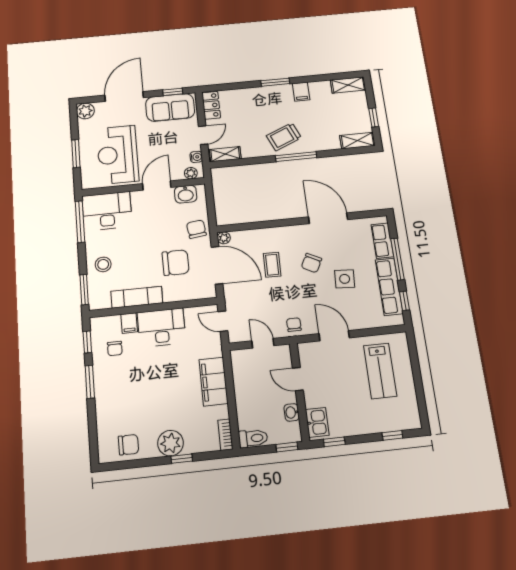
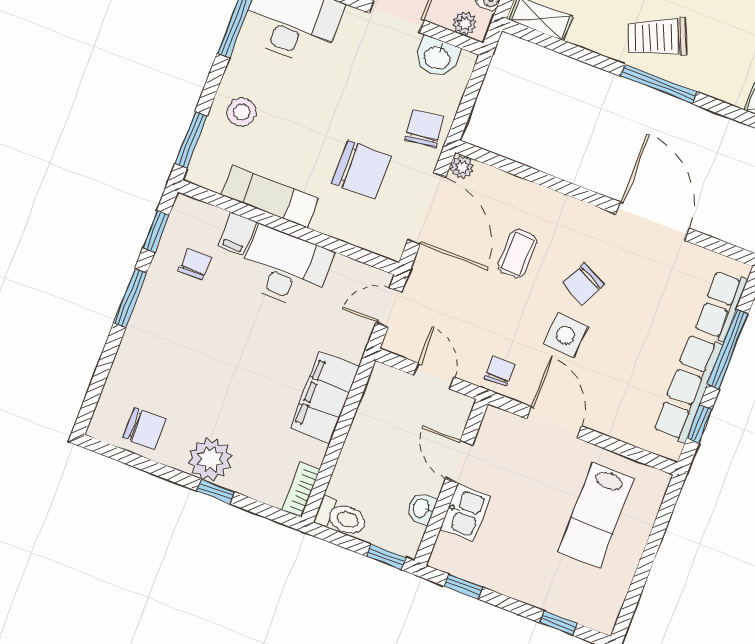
side table: (345, 279) -> (565, 335), moved
door: (223, 321) -> (389, 308), hinge flipped
chair: (115, 348) -> (195, 264), turned 180
kitchen sink: (317, 422) -> (465, 512), moved

